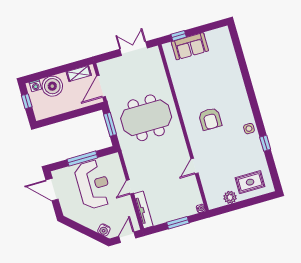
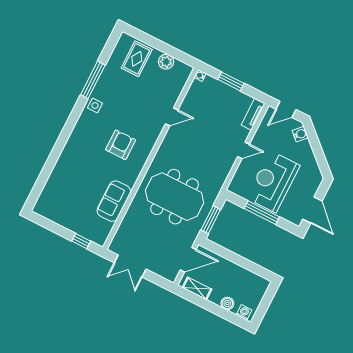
sofa: (190, 46) -> (114, 201), moved, turned -90
boiler: (52, 86) -> (227, 303), width x0.54, depth x0.54
window: (27, 101) -> (264, 306), removed
window: (265, 143) -> (93, 80), width x2.17
rug: (250, 182) -> (137, 59), turned 90
tv unit: (143, 210) -> (253, 114), width x0.71

